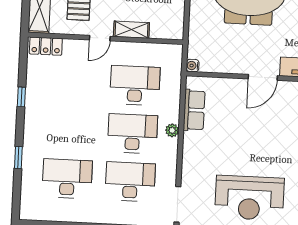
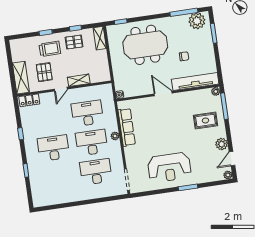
door: (263, 77) -> (163, 93), swing flipped
row of seats: (194, 110) -> (127, 127), width x1.48
desk: (67, 179) -> (53, 148), moved

